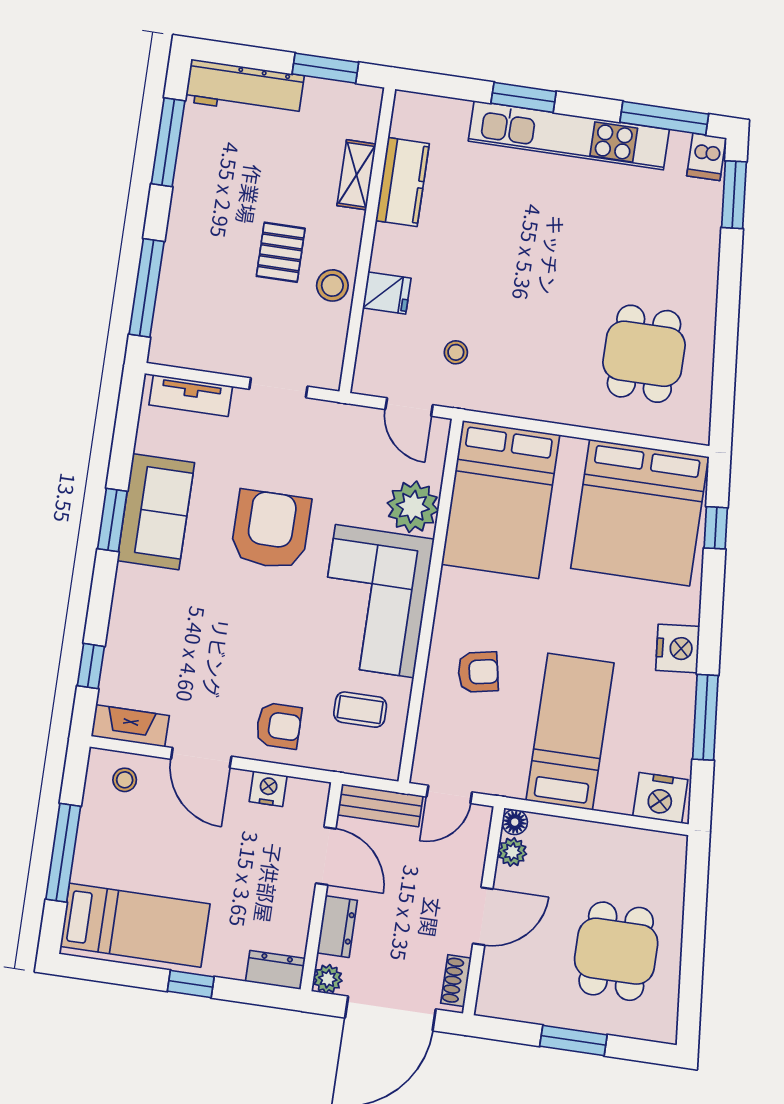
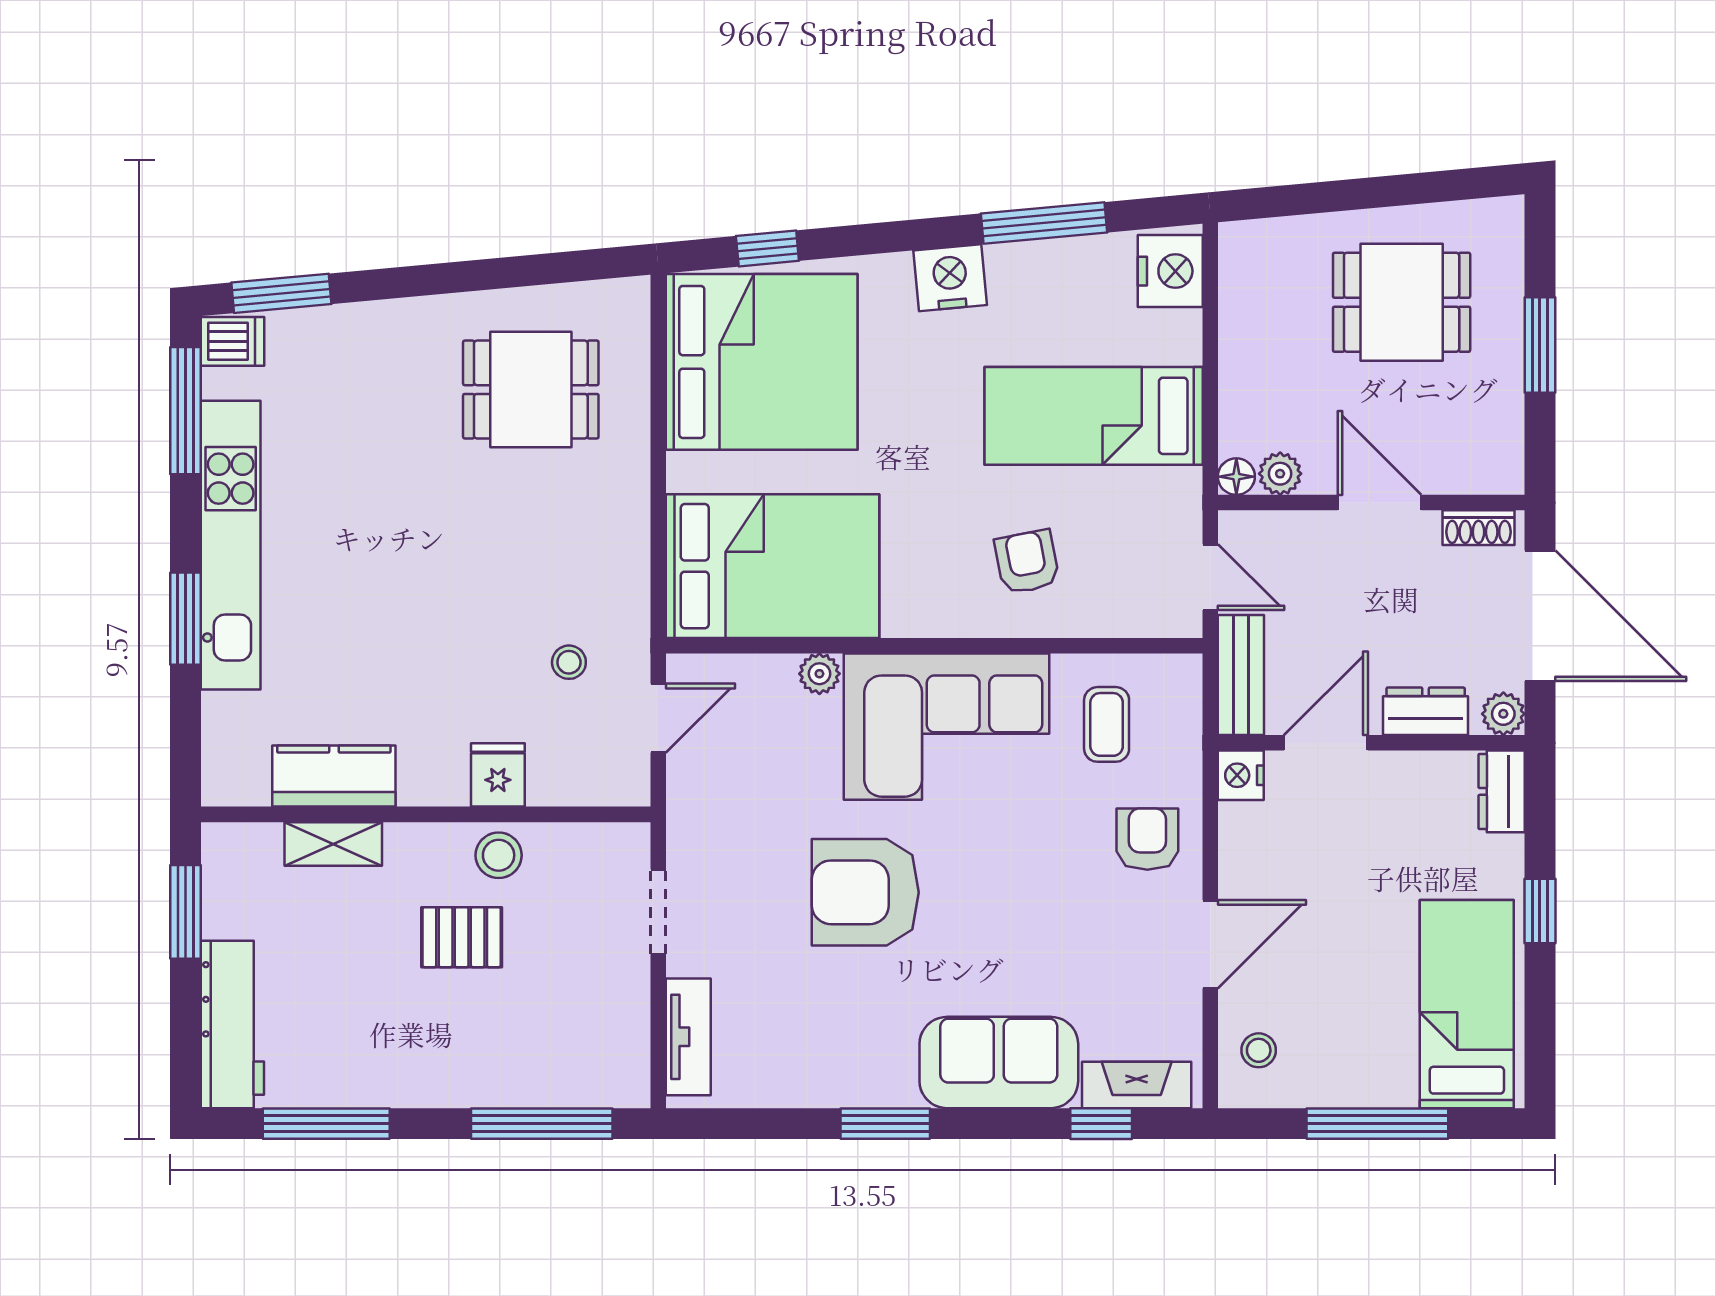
plant: (413, 507) -> (819, 674), width x0.53, depth x0.53
sofa: (156, 512) -> (999, 1062), moved
fireplace: (130, 726) -> (1137, 1085), moved, turned 90
nightstand: (268, 789) -> (1241, 775), moved

